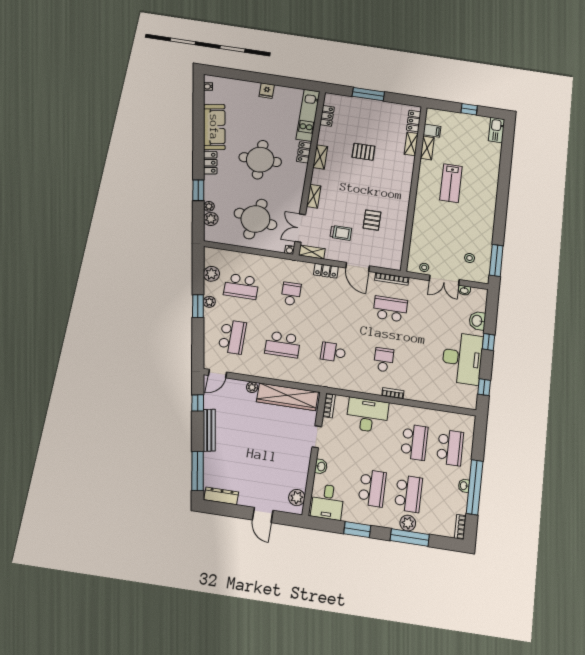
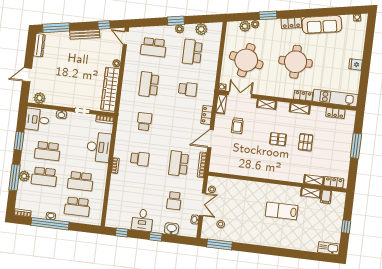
pallet: (372, 220) -> (278, 139), moved
double door: (444, 280) -> (202, 204), swing flipped
school desk: (390, 309) -> (179, 164), turned 180
school desk: (440, 316) -> (174, 201), added
desk: (462, 358) -> (142, 220), width x0.53, depth x0.77

